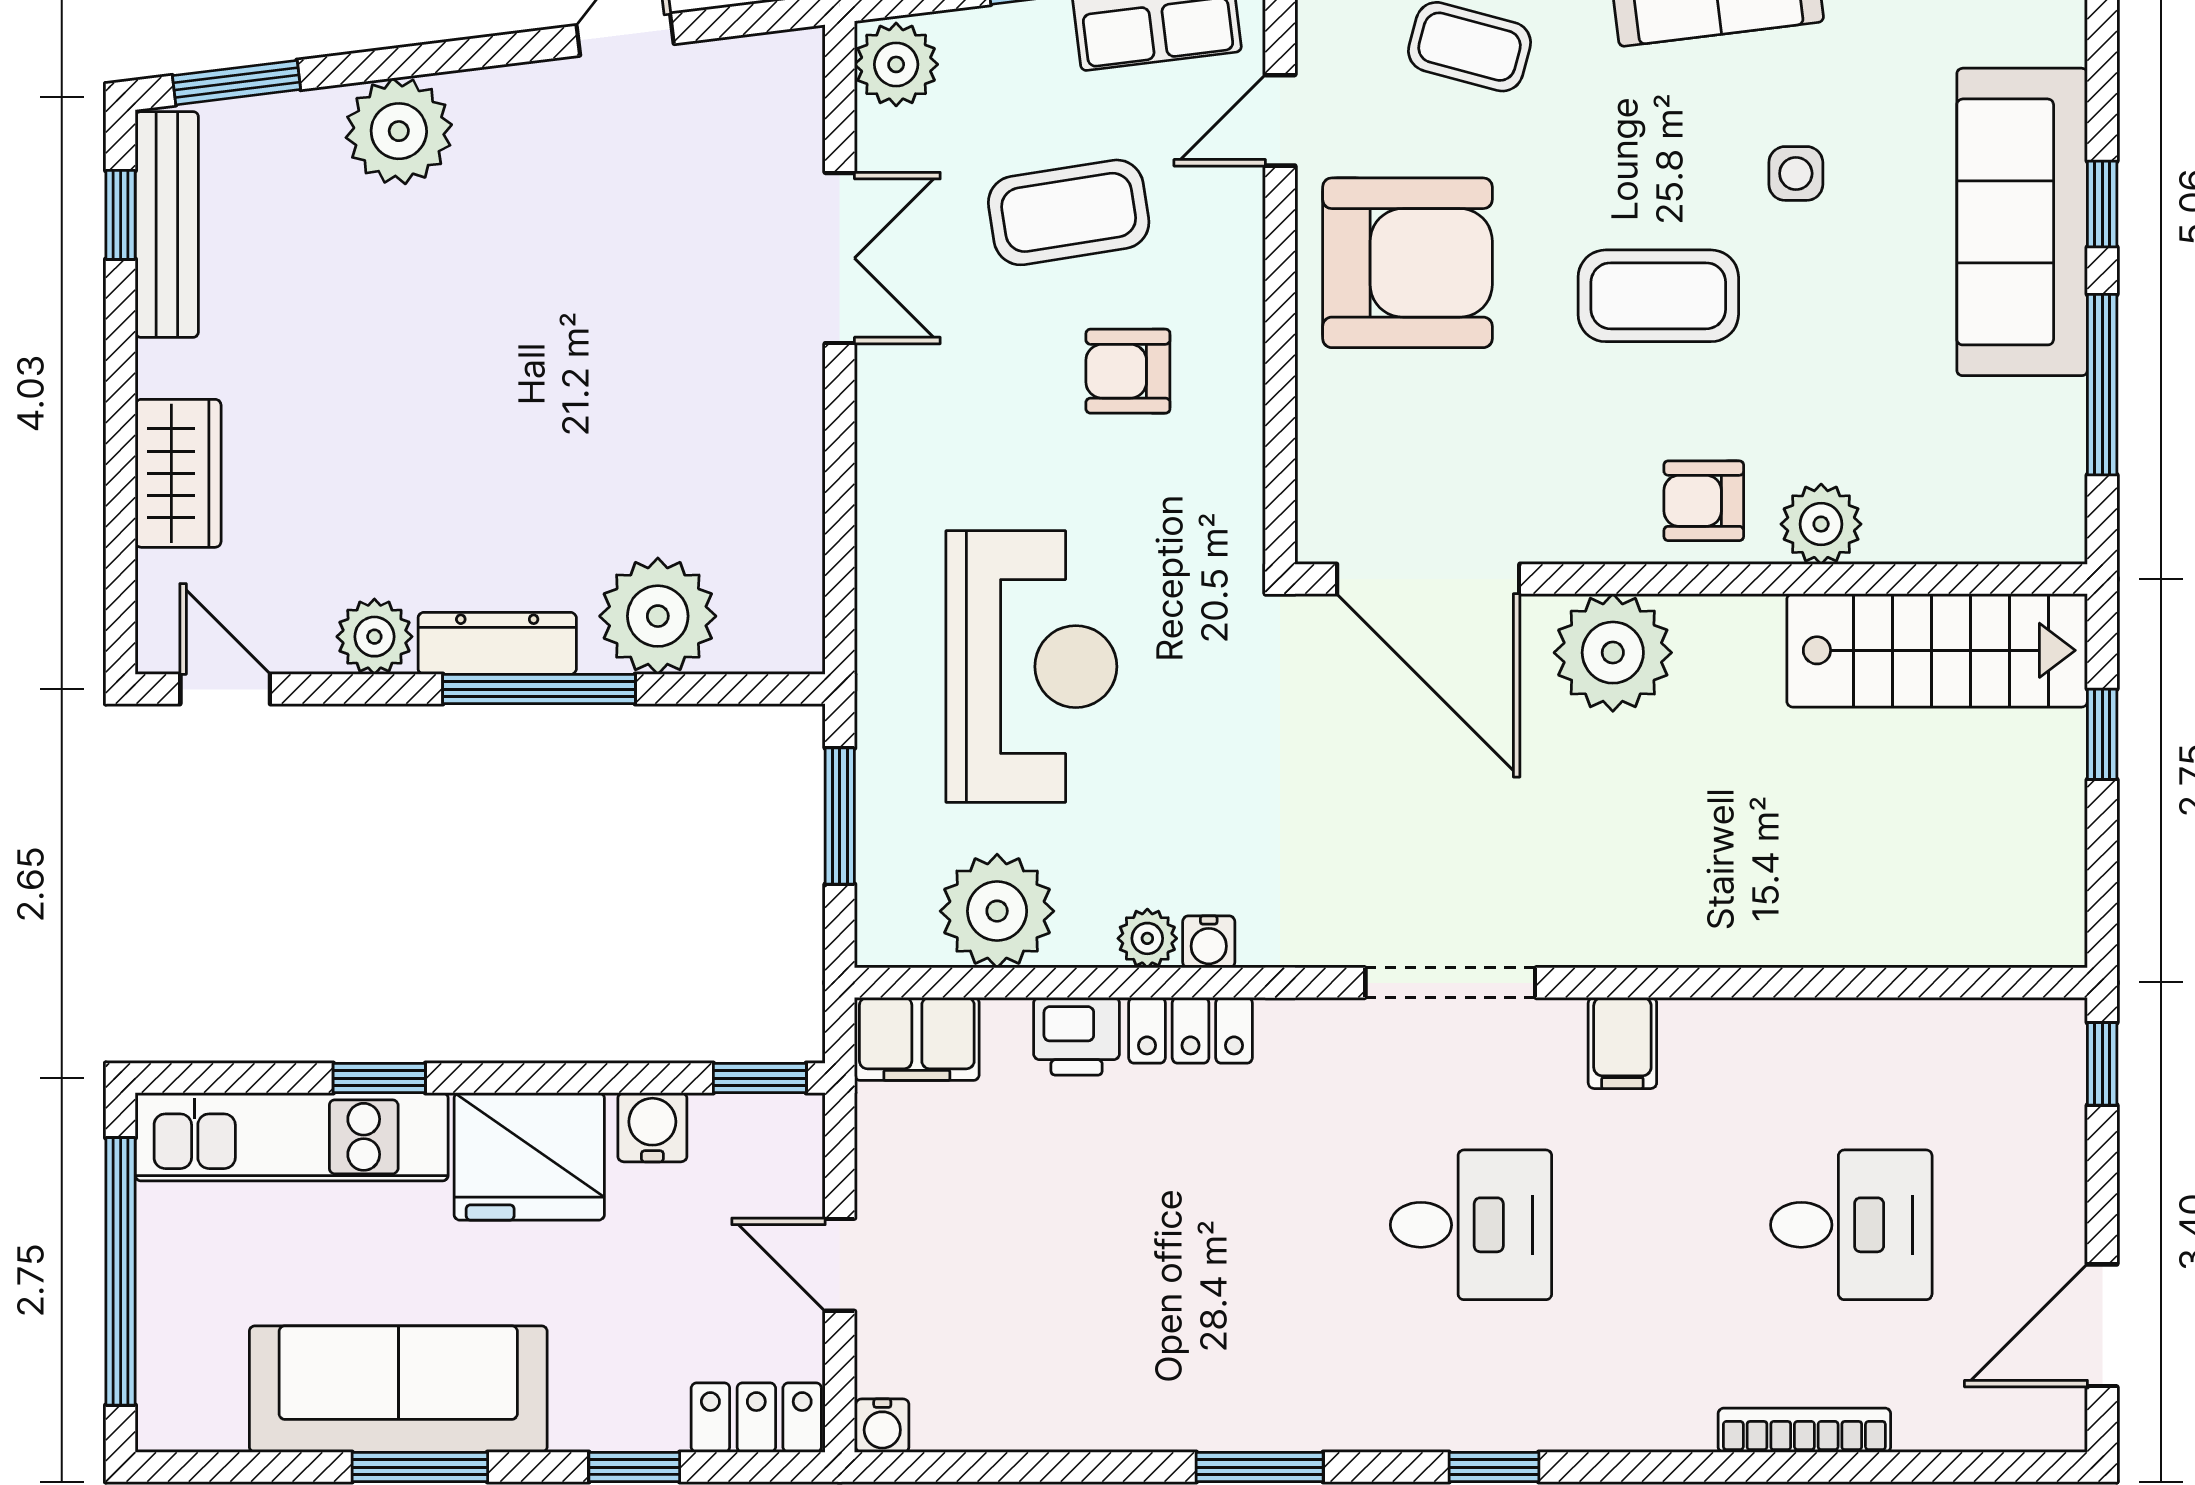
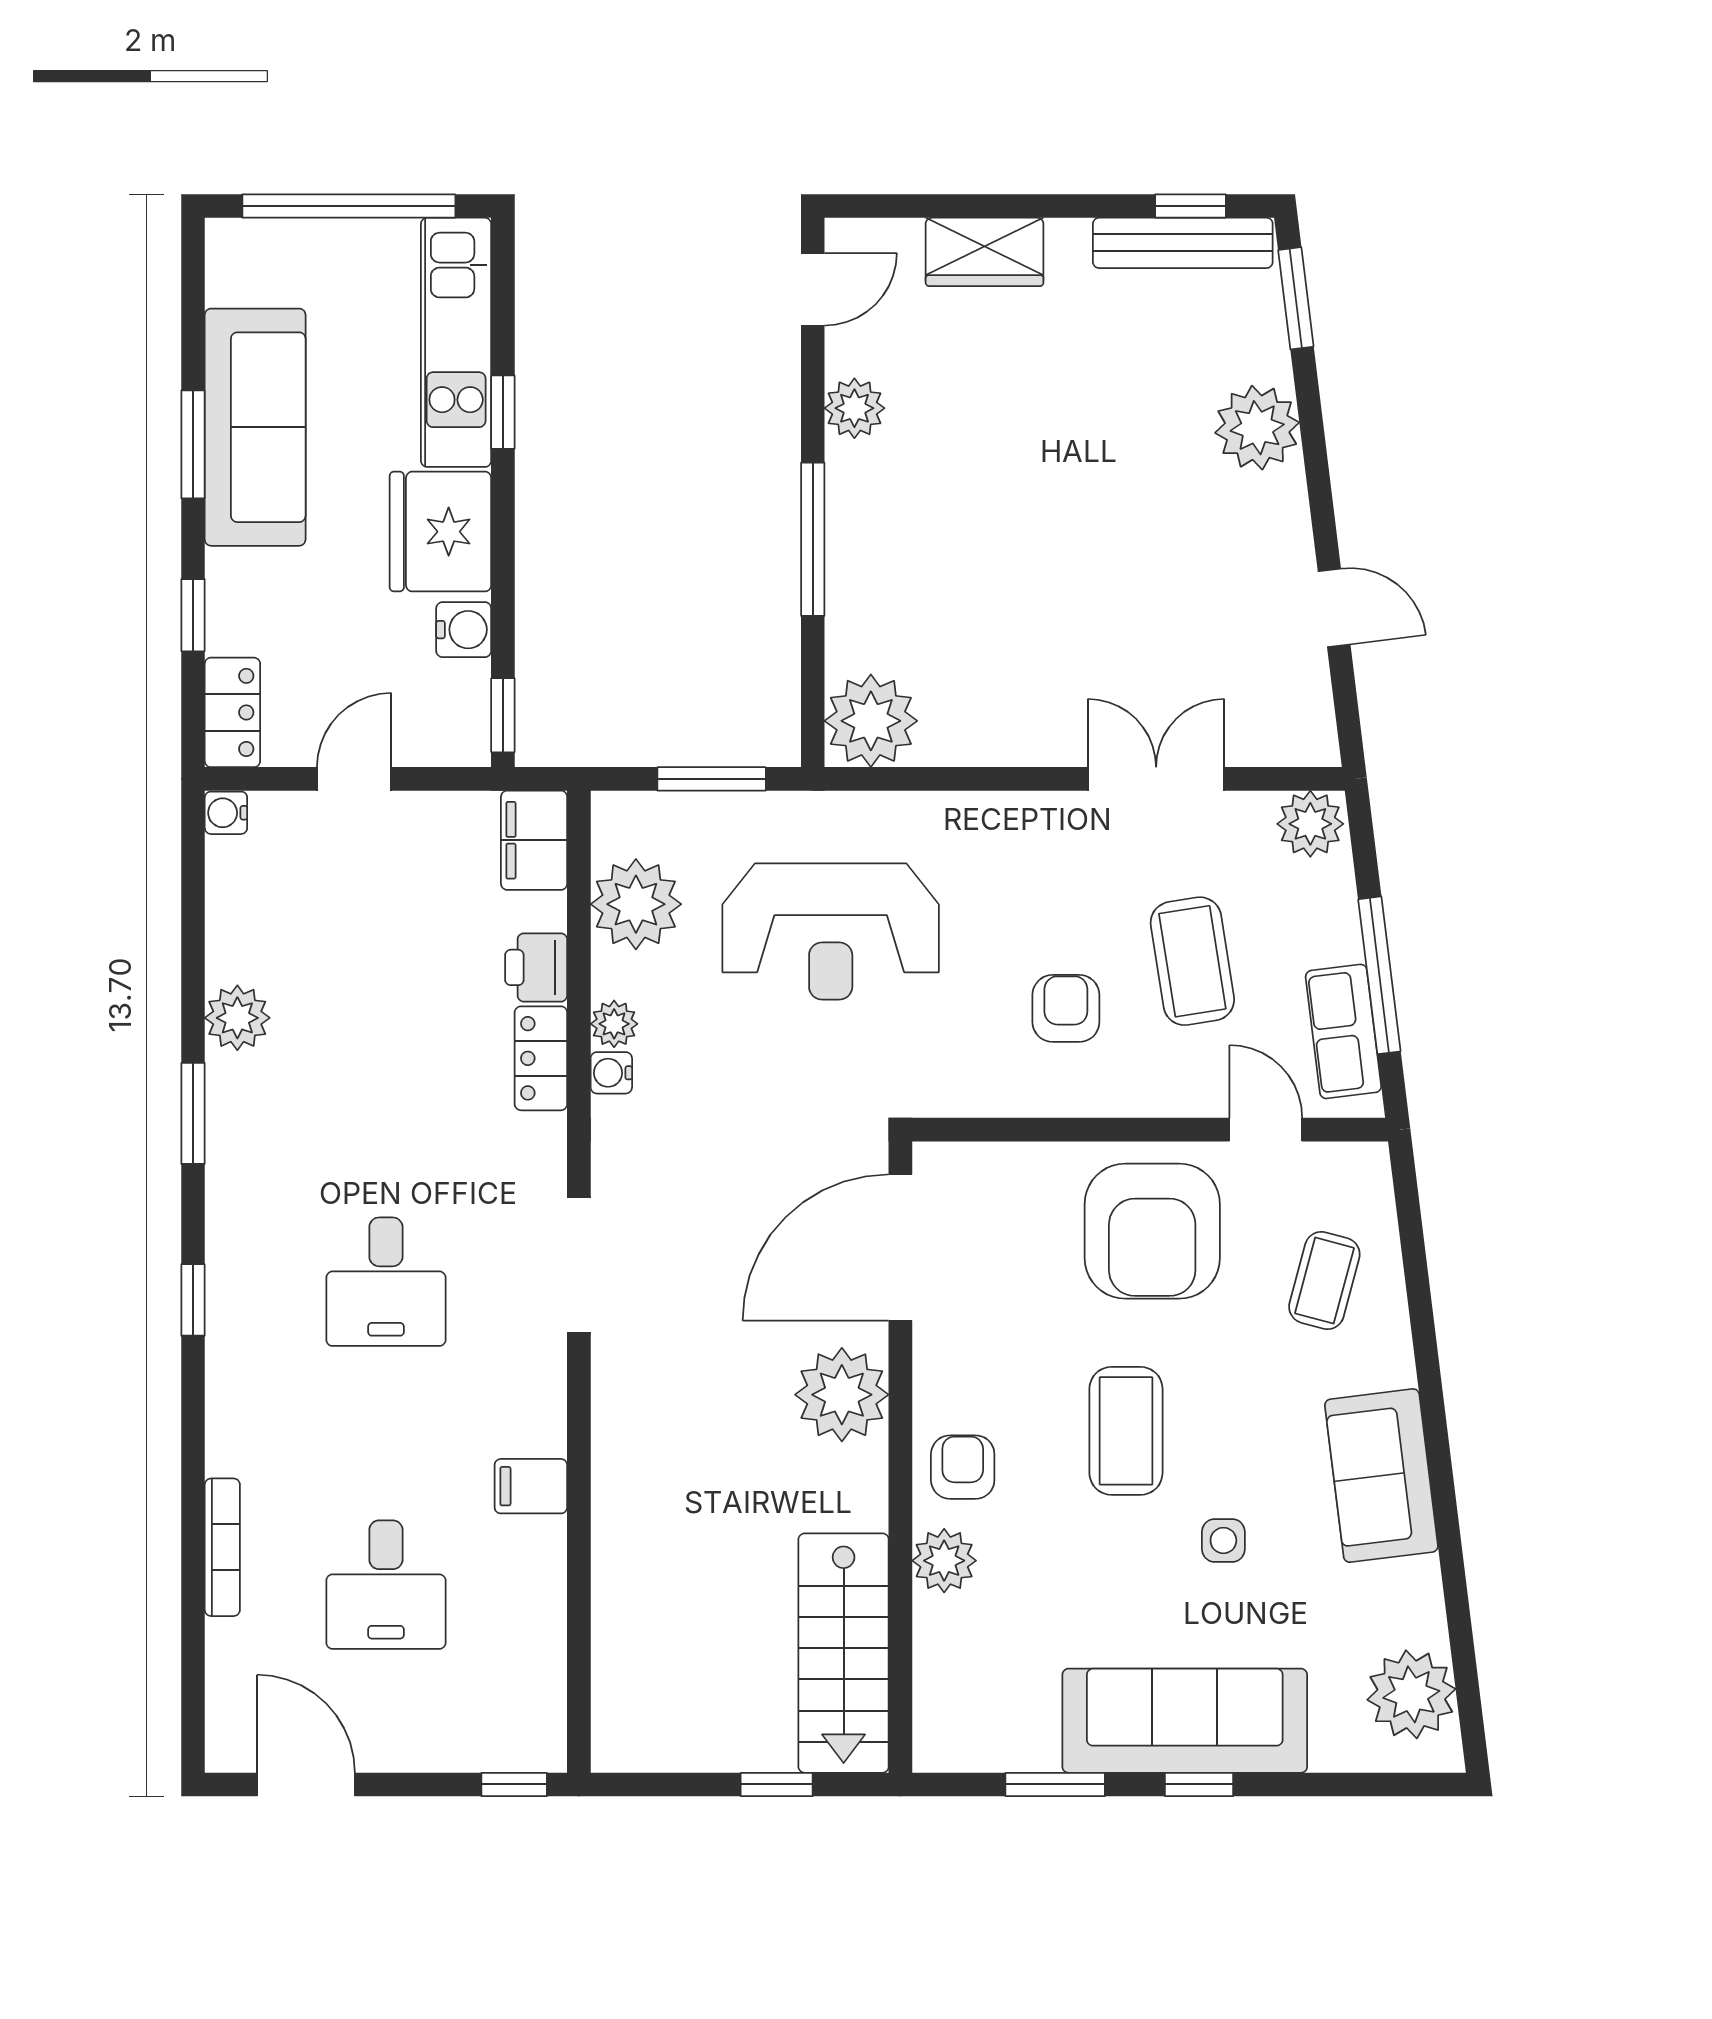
double door: (840, 258) -> (1156, 779), swing flipped
window: (2102, 385) -> (1055, 1784), width x0.69
plant: (658, 616) -> (871, 721), moved
dresser: (497, 643) -> (849, 506), removed
filing cabinet: (1622, 1043) -> (531, 1486), moved
plant: (1140, 1411) -> (237, 1018), added

